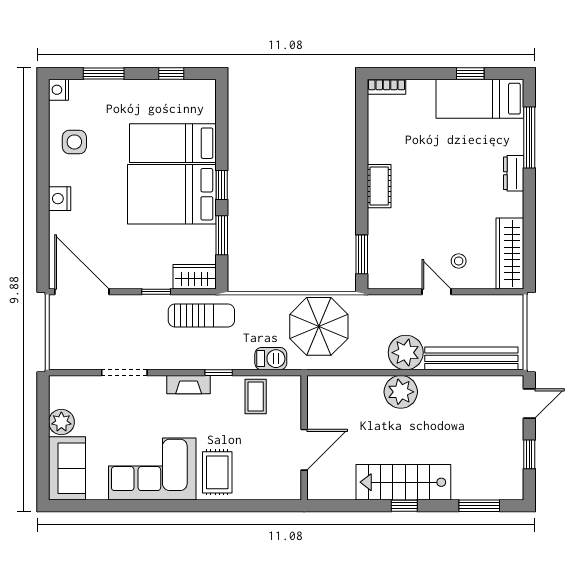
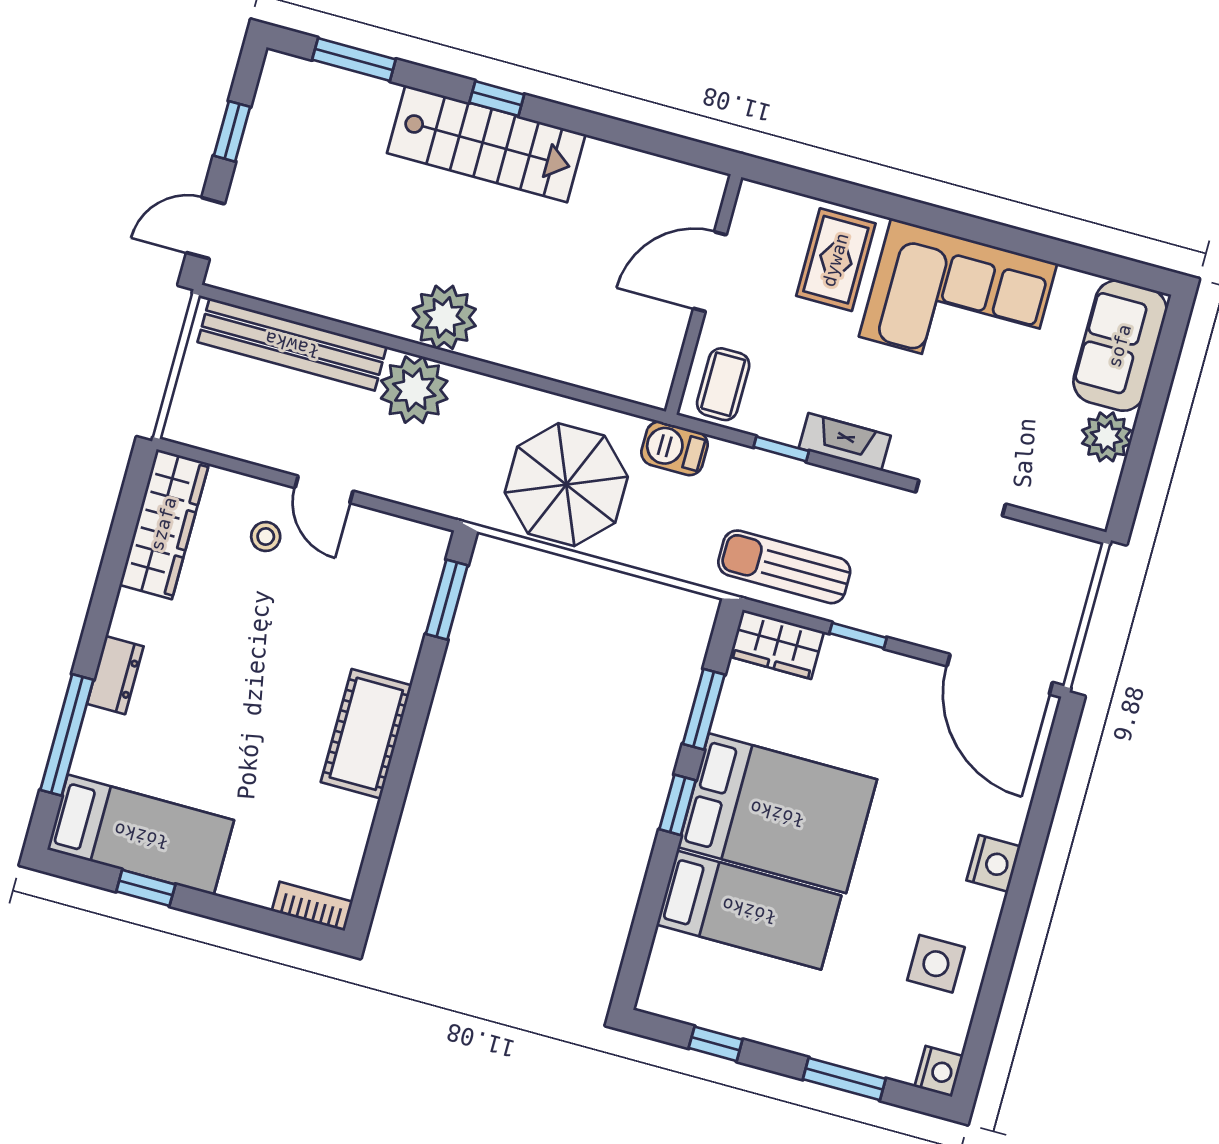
cot: (379, 186) -> (366, 734), width x1.37, depth x1.34
wall: (304, 438) -> (704, 294), moved
door: (304, 450) -> (710, 272), moved

